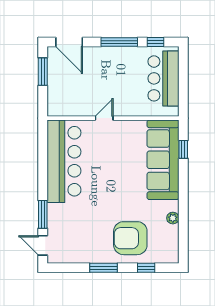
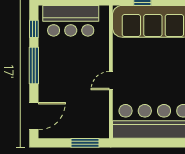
window: (43, 72) -> (85, 143), moved
door: (104, 118) -> (111, 81), hinge flipped

